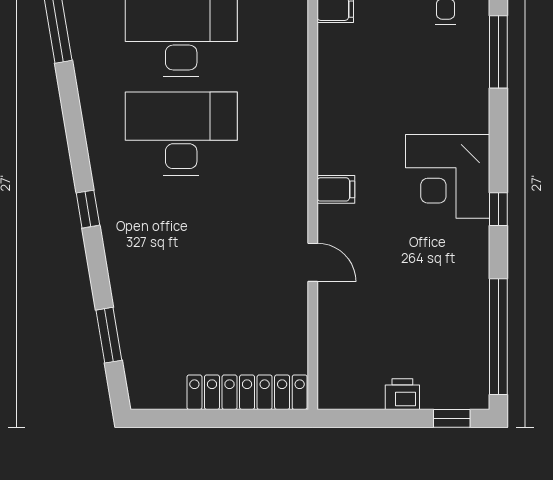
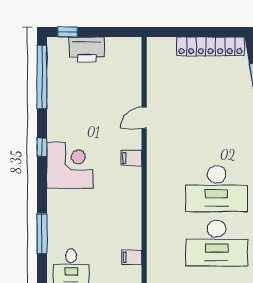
door: (313, 262) -> (144, 118), hinge flipped
locker: (247, 392) -> (210, 46), moved
printer: (402, 394) -> (87, 49), width x1.87, depth x1.48

